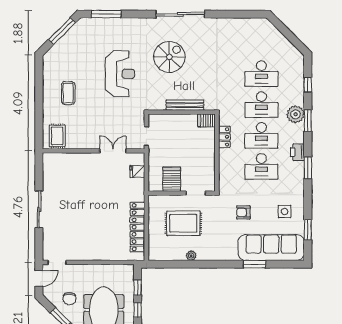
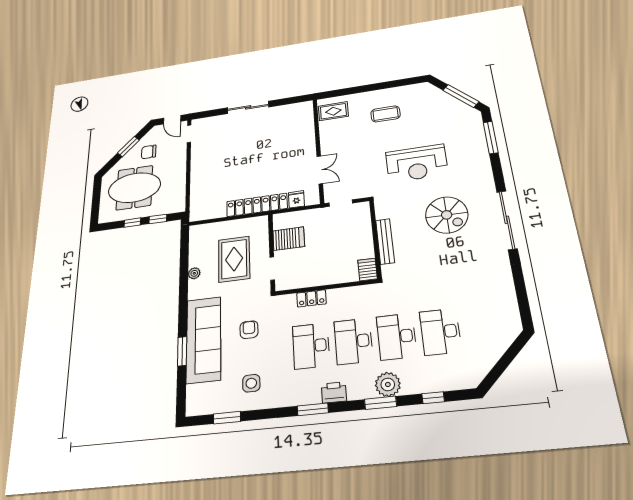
locker: (224, 137) -> (311, 298), moved
locker: (137, 227) -> (257, 205), moved
sofa: (271, 248) -> (204, 339), moved

